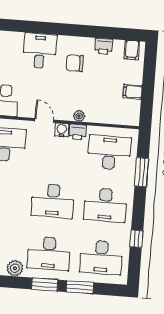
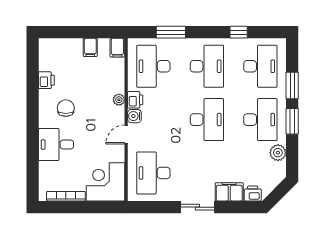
filing cabinet: (132, 50) -> (117, 48), moved, turned 90
chair: (75, 63) -> (66, 108), turned 180

